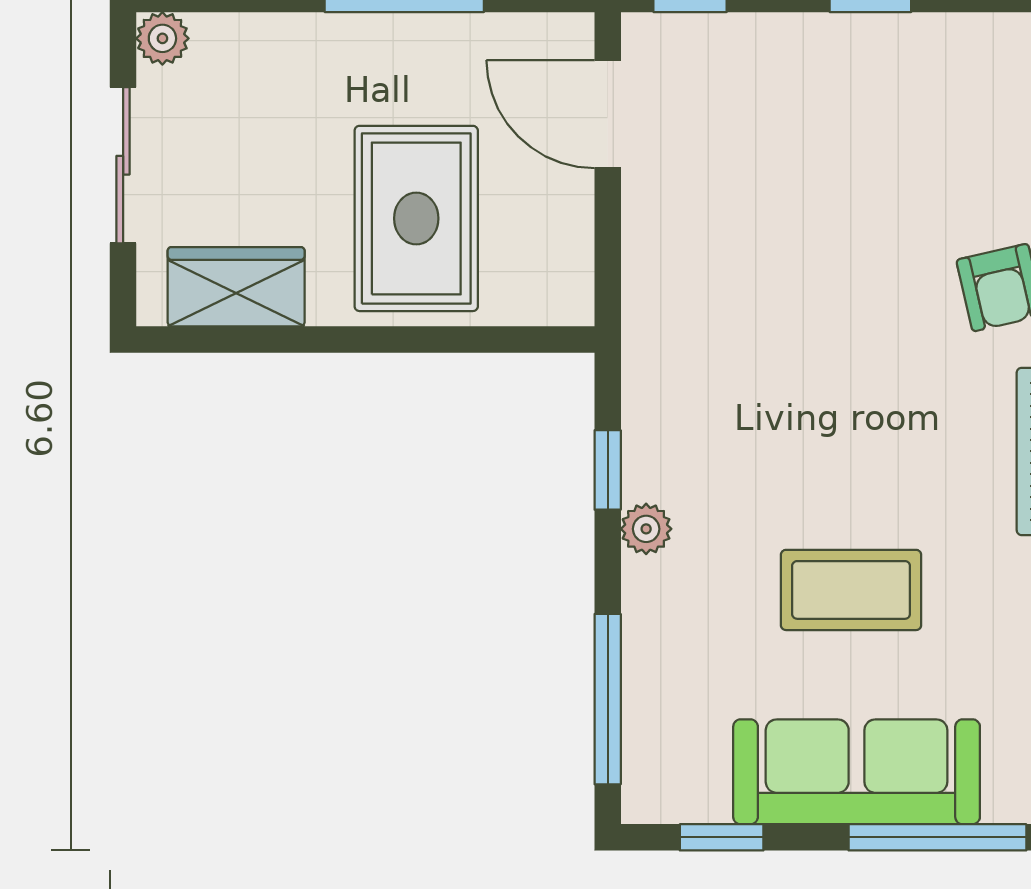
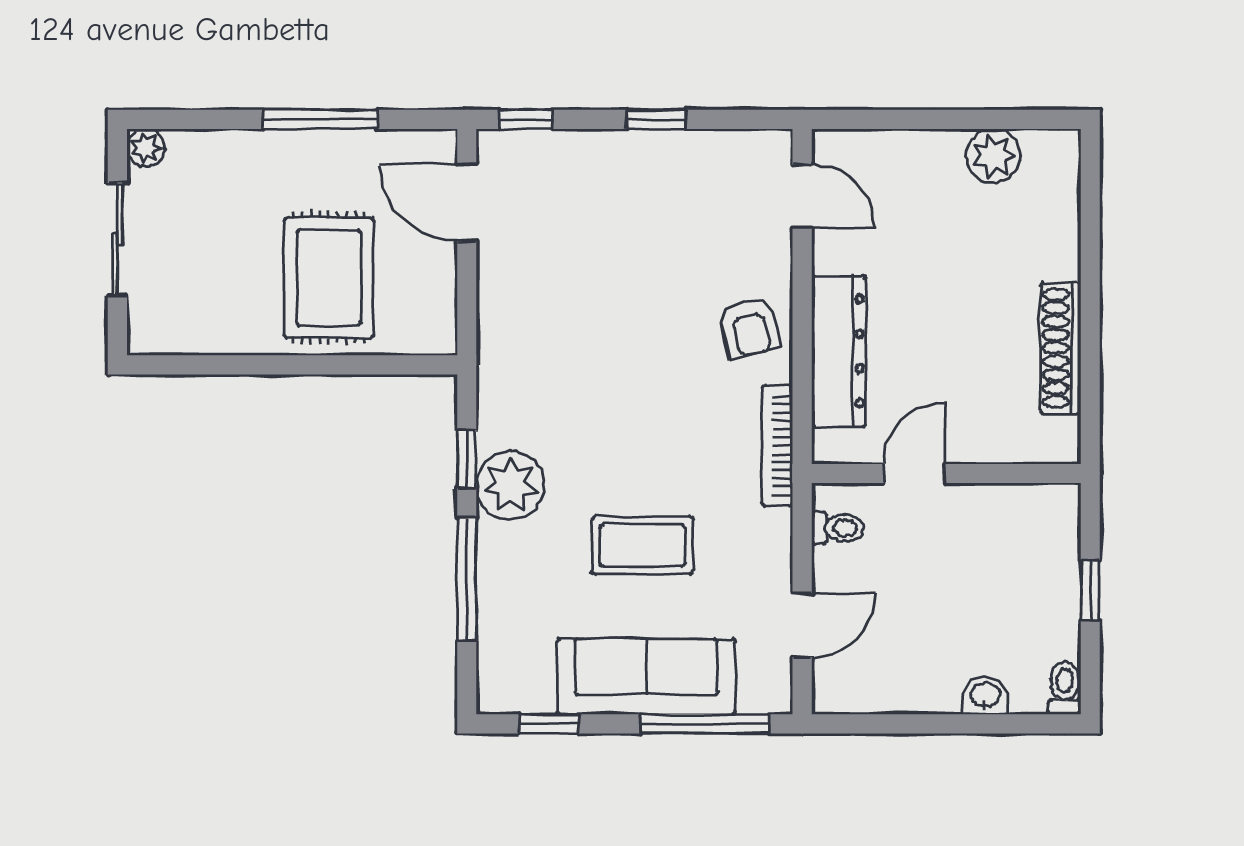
wardrobe: (236, 287) -> (199, 327), removed
plant: (646, 529) -> (510, 485), width x1.87, depth x1.87
window: (608, 699) -> (467, 579), moved

